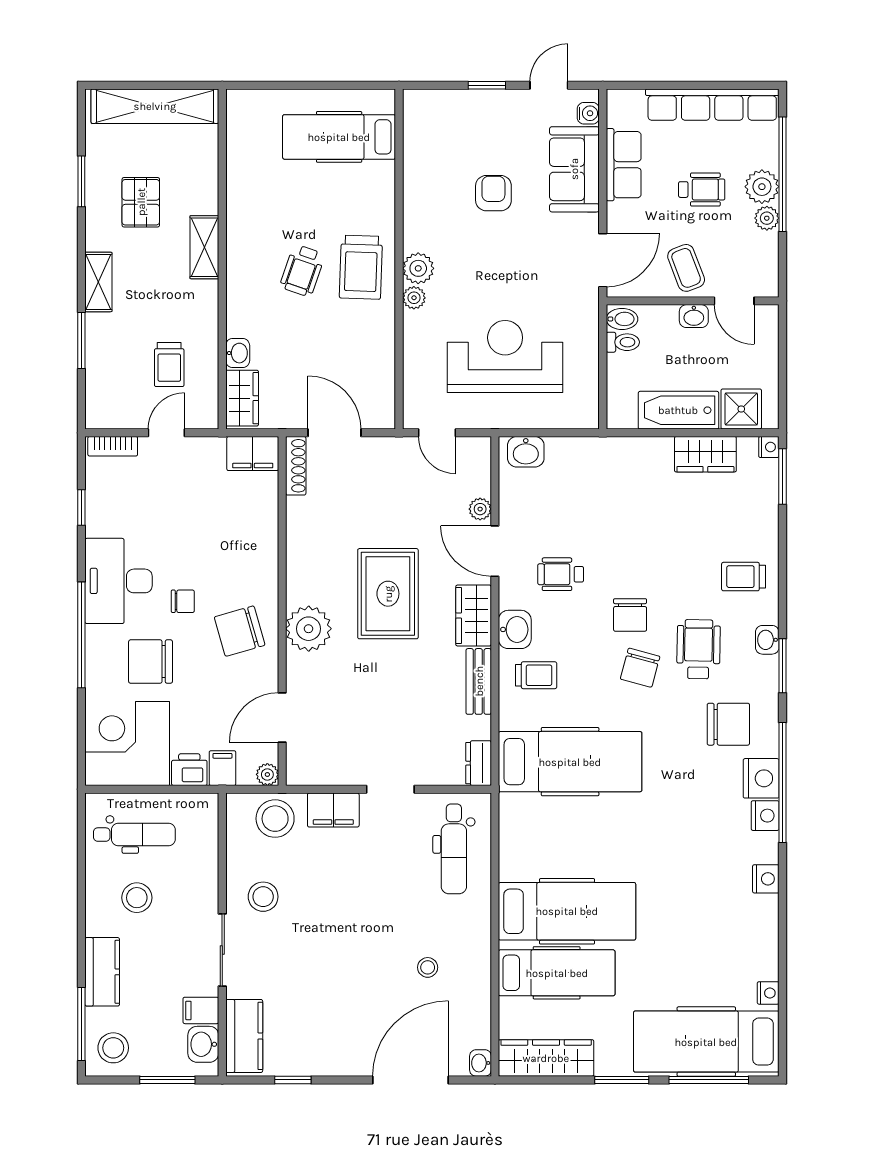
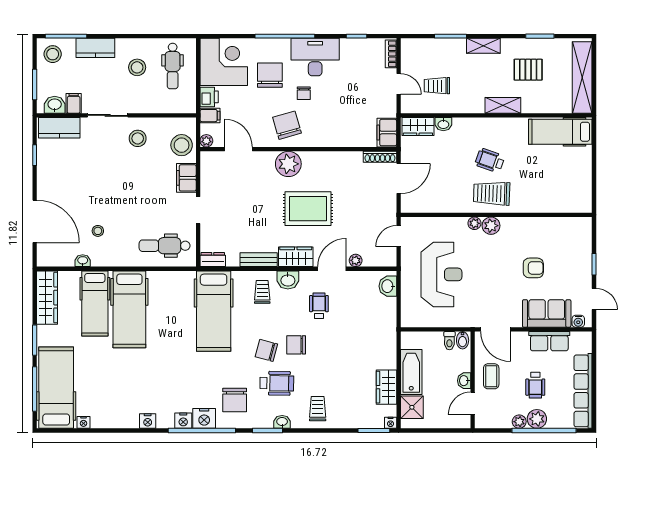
hospital bed: (339, 137) -> (560, 132), moved, turned -90
coffee table: (686, 268) -> (491, 376), turned -69
trolley: (536, 675) -> (262, 292), turned 180
washbasin: (480, 1063) -> (83, 261), moved

